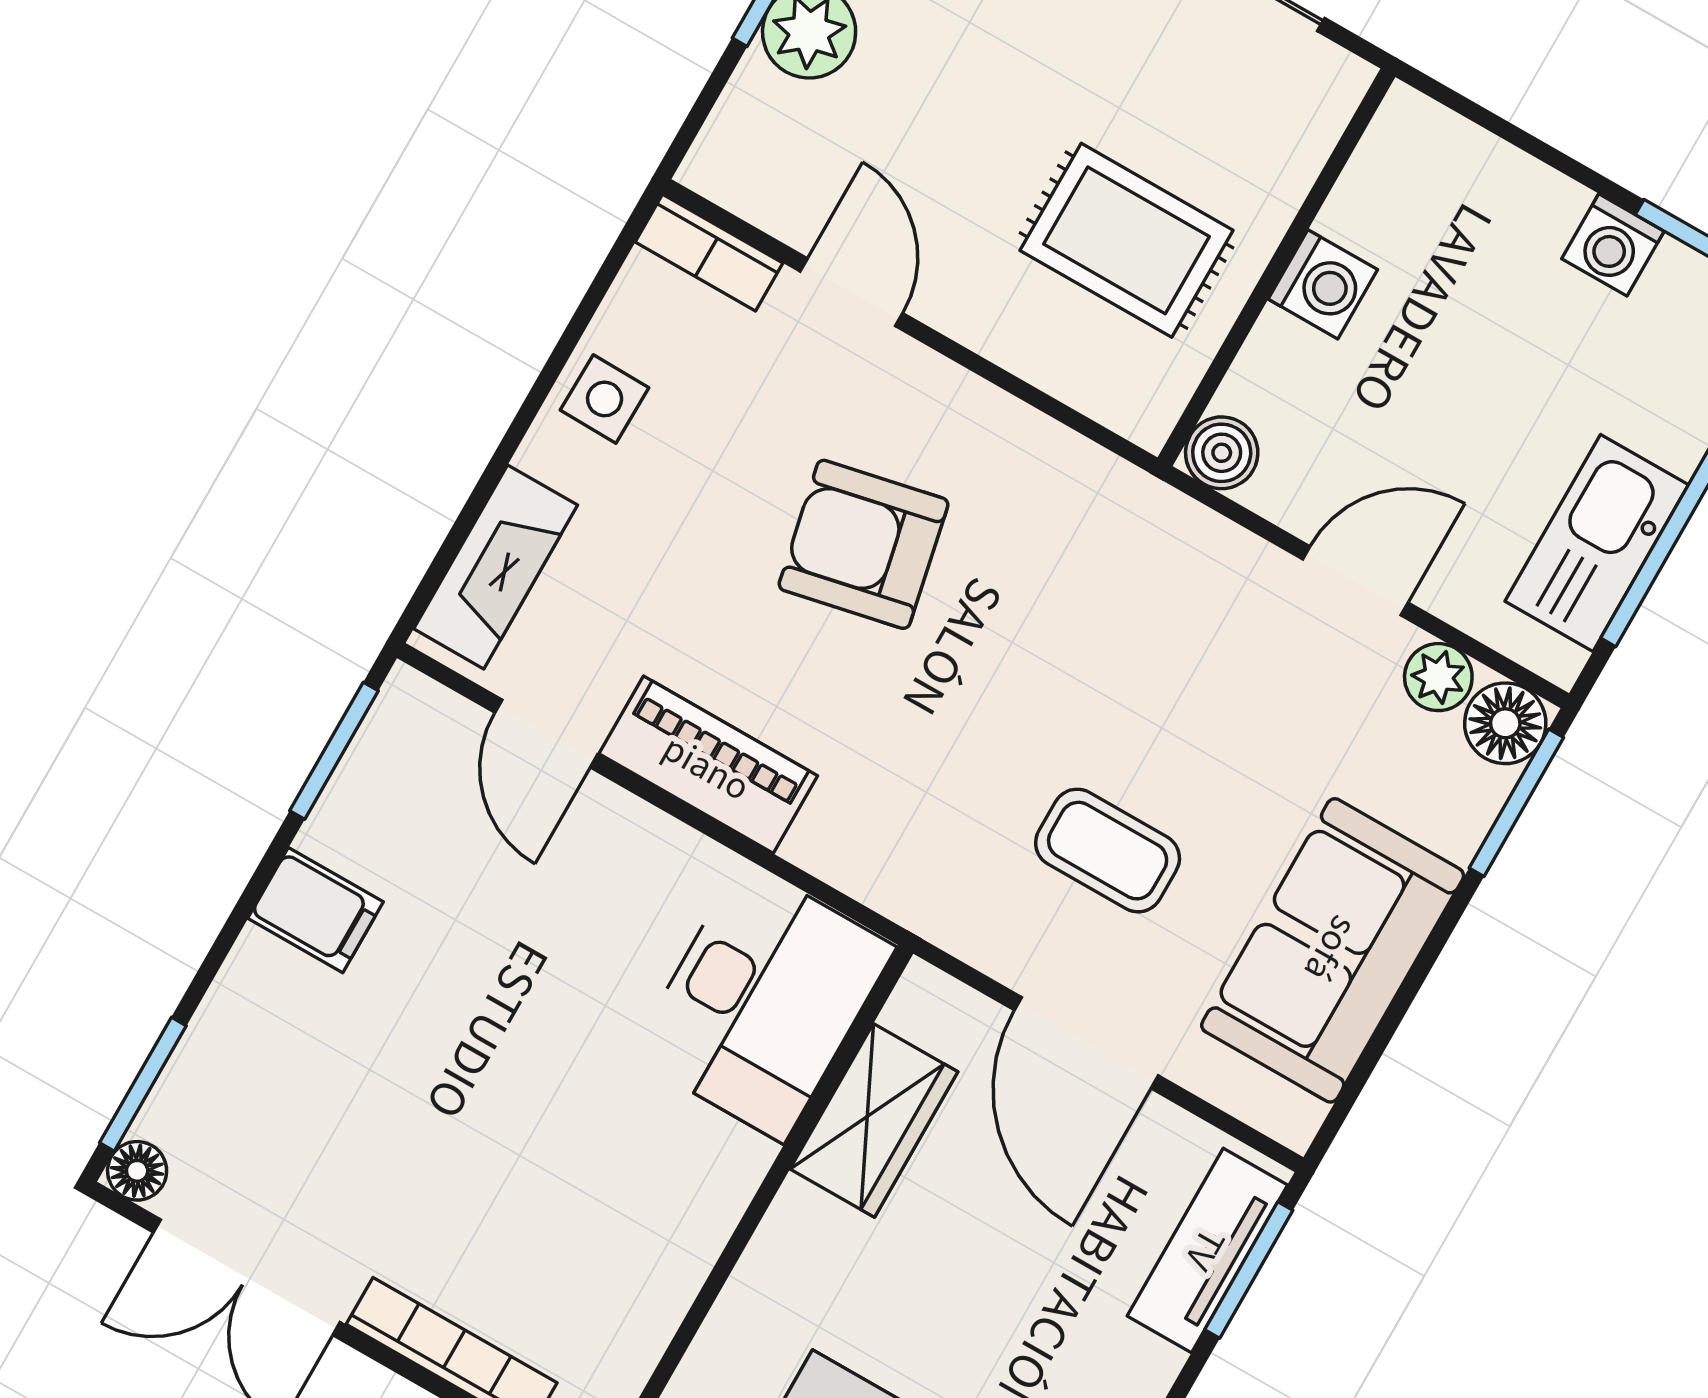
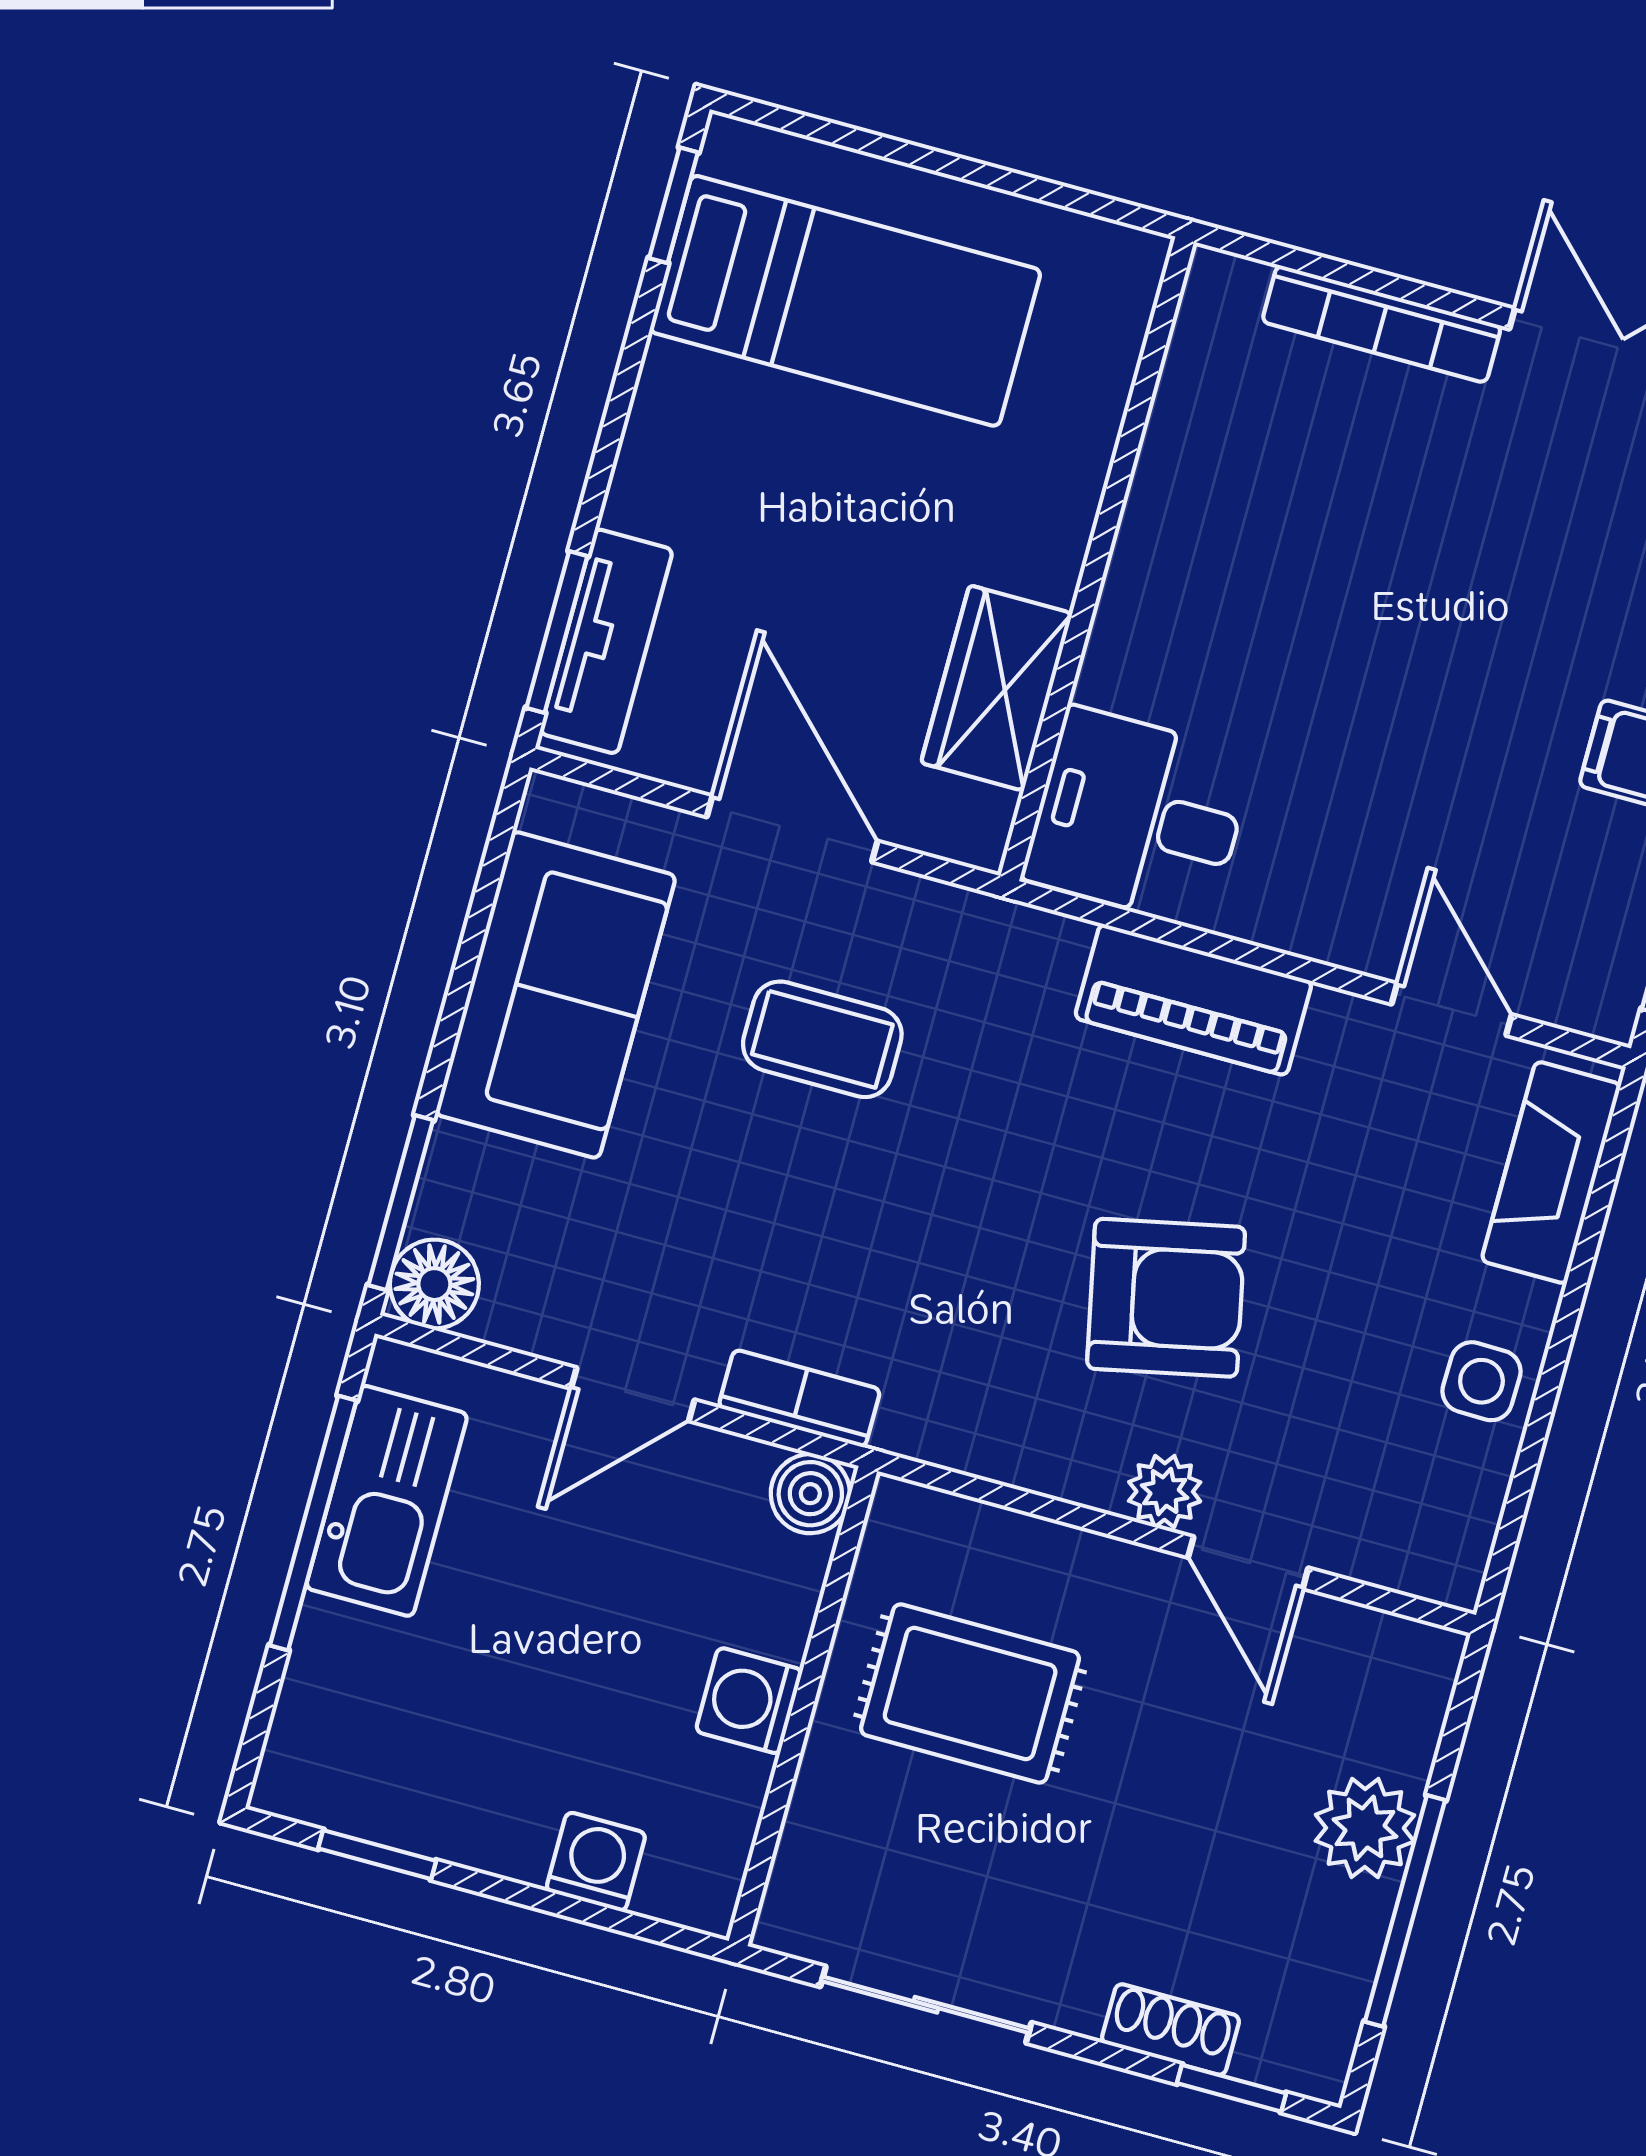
washing machine: (1613, 245) -> (596, 1862), moved
bookcase: (709, 253) -> (799, 1398), moved
plant: (1438, 677) -> (1165, 1492), moved
piano: (708, 765) -> (1193, 1000), moved
desk: (763, 1001) -> (1139, 817), width x0.73

